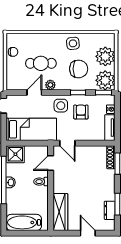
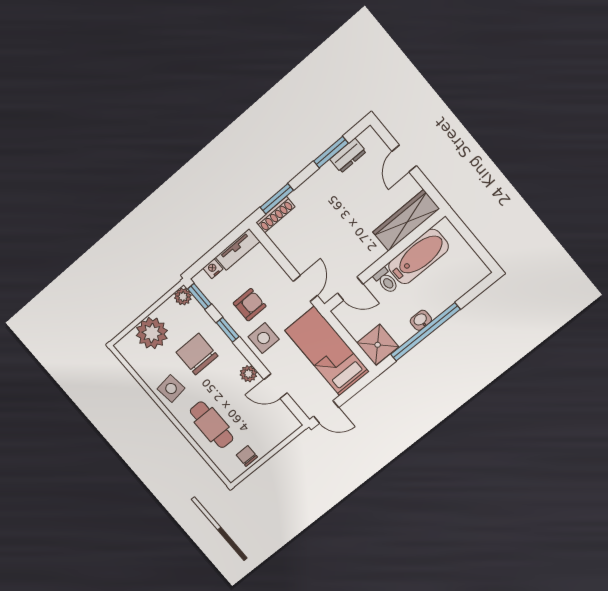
cafe table: (41, 63) -> (212, 425), moved
plant: (105, 80) -> (183, 297), width x0.53, depth x0.53
armchair: (81, 112) -> (250, 305), turned 180
bathtub: (24, 222) -> (418, 257), moved, turned -90

